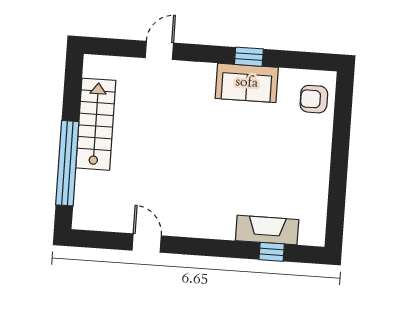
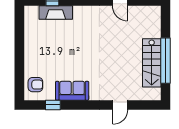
window: (249, 57) -> (53, 105), moved
window: (67, 163) -> (166, 61), moved

